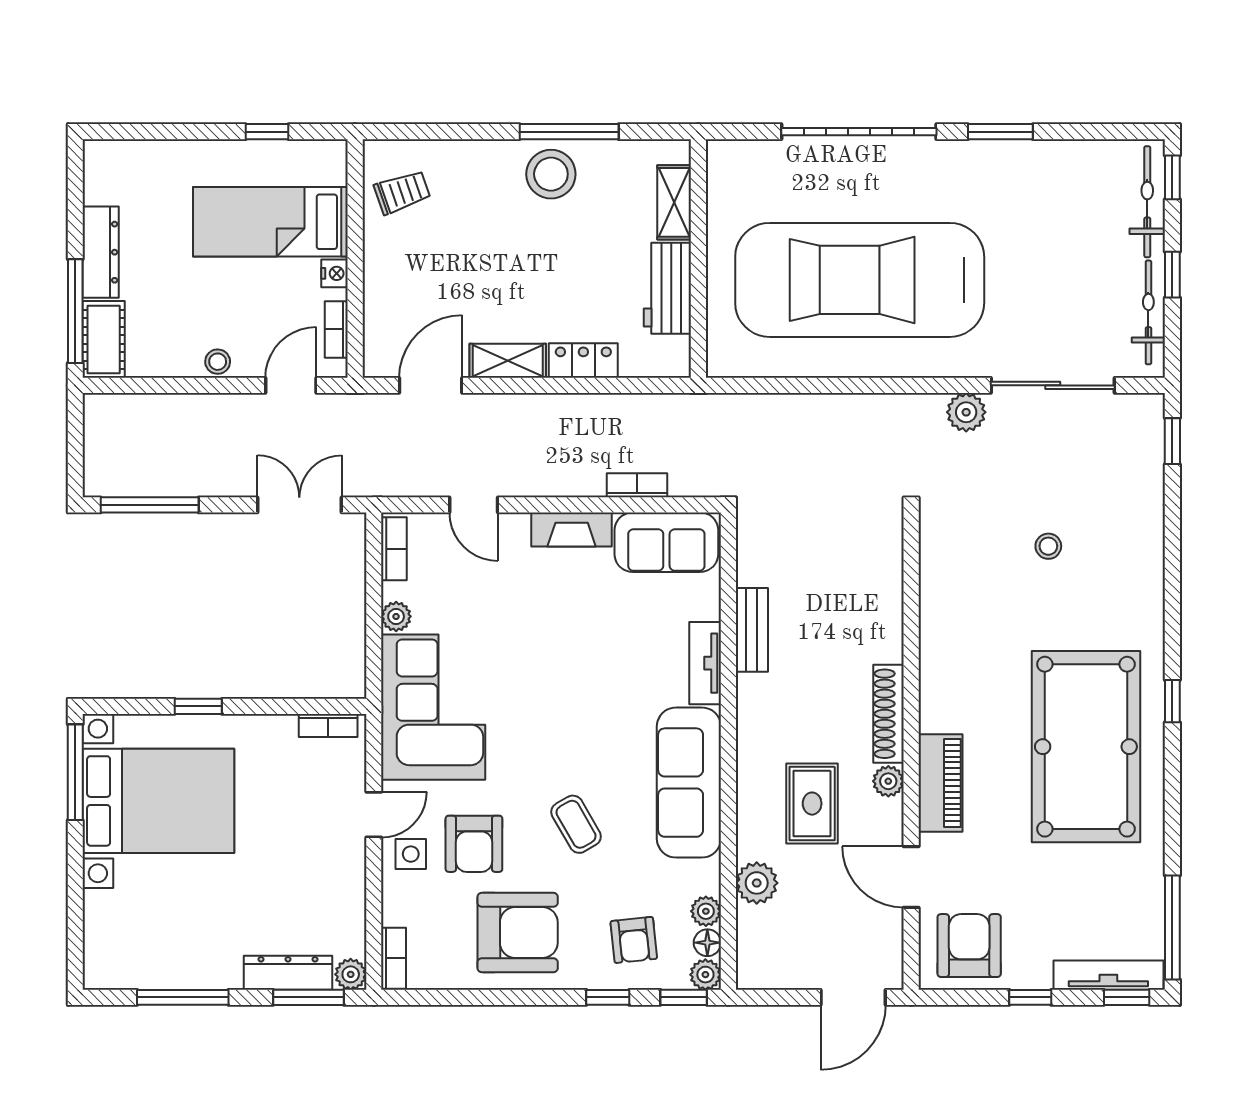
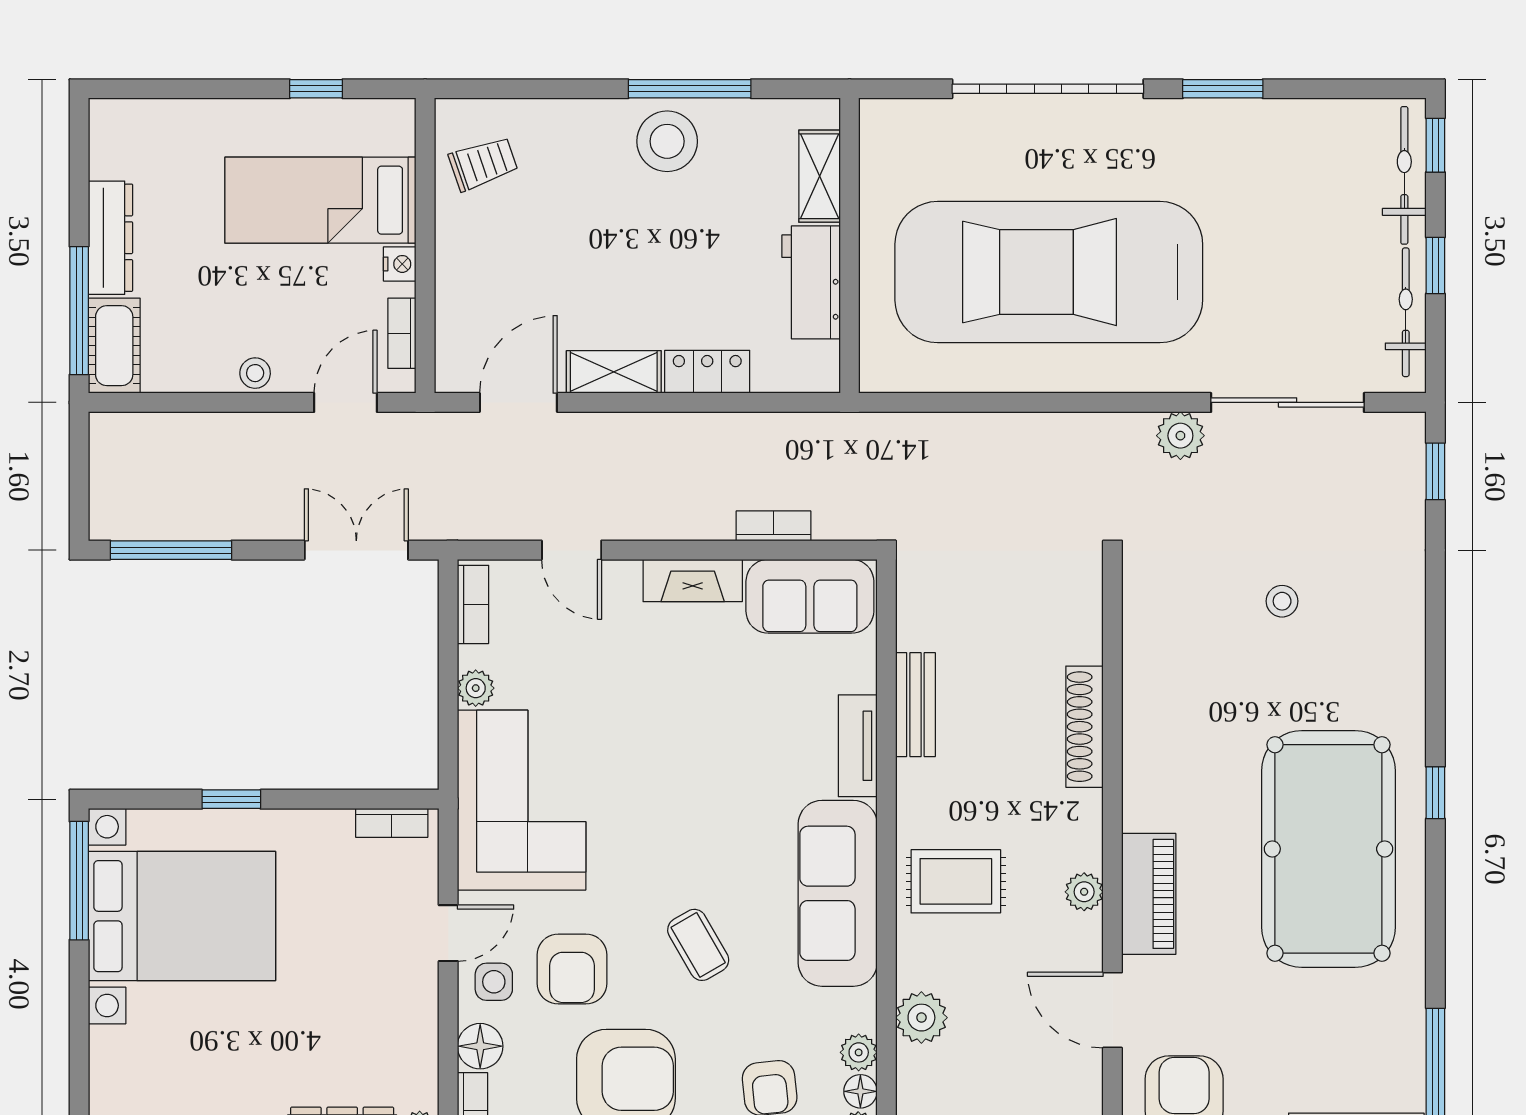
shoe rack: (889, 714) -> (1084, 727), moved
rug: (812, 804) -> (956, 881), moved, turned 90
floor lamp: (400, 906) -> (480, 1046), added

